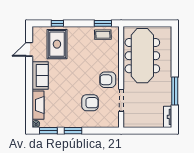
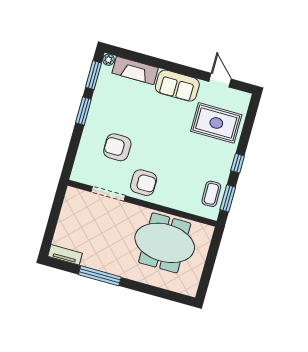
window: (57, 23) -> (238, 163), moved
meeting table: (142, 56) -> (165, 243), width x0.73
armchair: (108, 80) -> (144, 183), turned 90
armchair: (90, 103) -> (117, 147), turned 90

